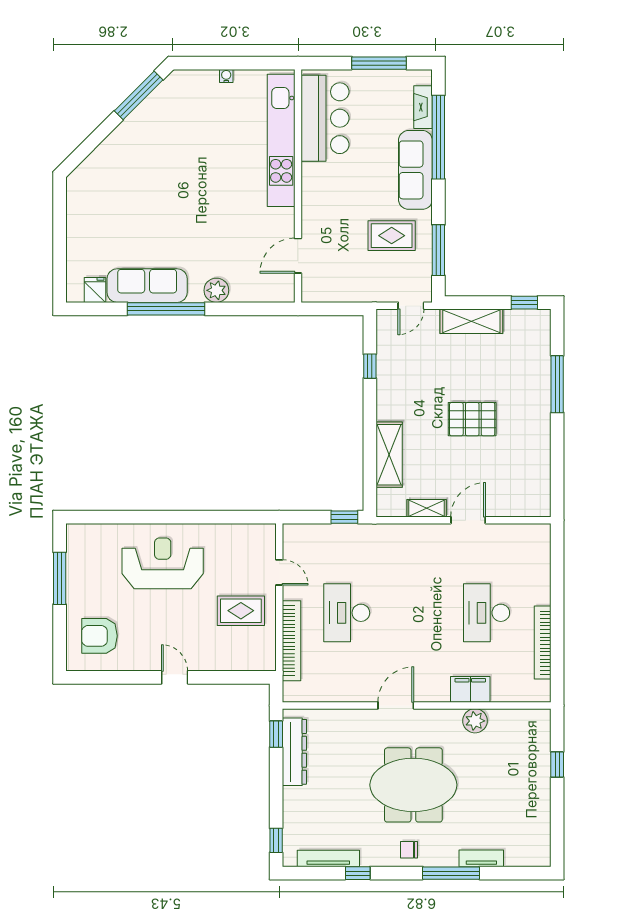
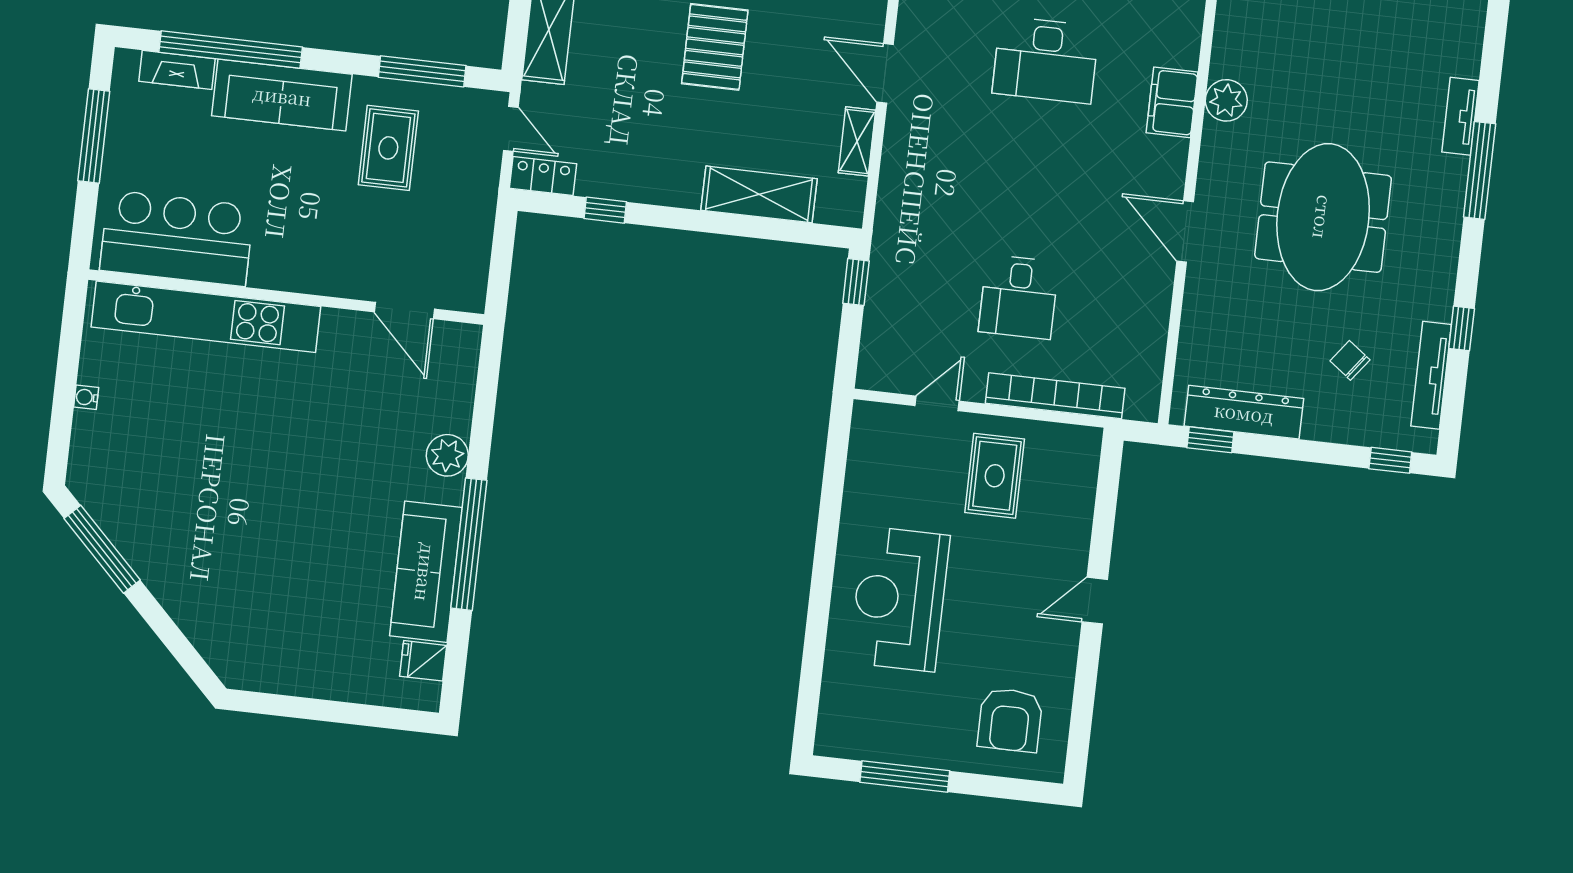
locker: (385, 328) -> (543, 176), added
desk: (347, 613) -> (1019, 297), width x0.73
chair: (409, 850) -> (1350, 360), moved, turned 127

